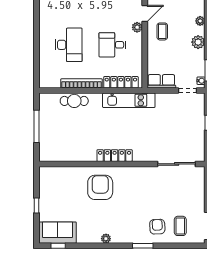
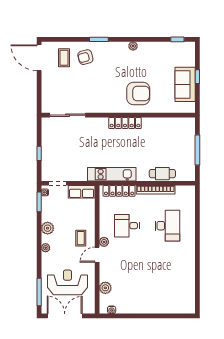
desk: (69, 45) -> (167, 226), turned 180
desk: (112, 45) -> (127, 226), turned 180
armchair: (100, 187) -> (138, 93), turned -90
armchair: (157, 227) -> (85, 57), turned 78
sofa: (58, 233) -> (185, 84), moved, turned 90

